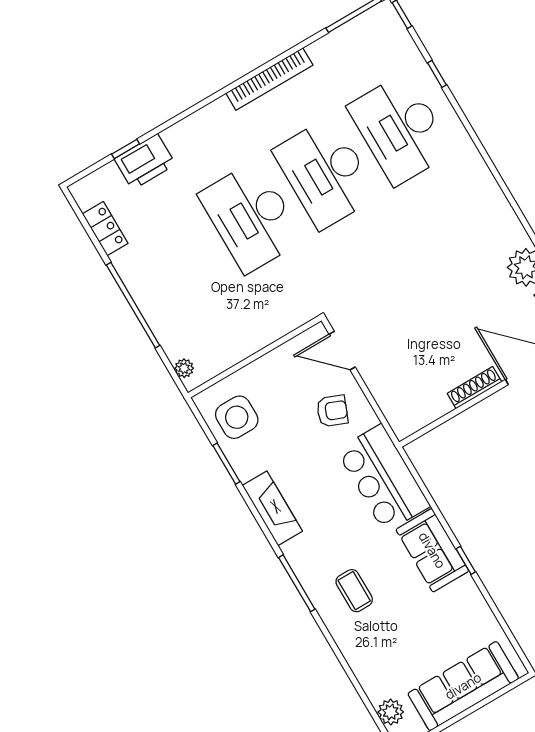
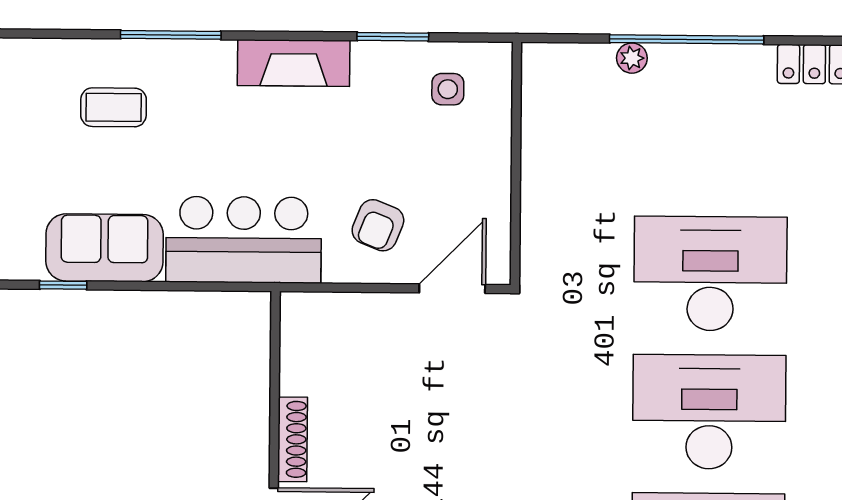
plant: (184, 368) -> (632, 58), moved
side table: (237, 417) -> (448, 89), width x0.54, depth x0.54

